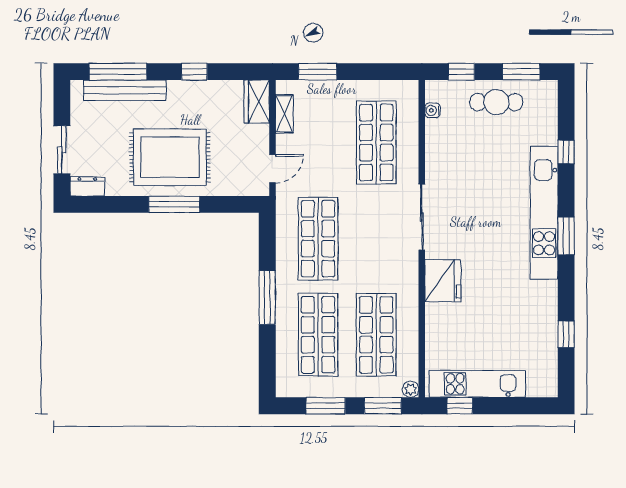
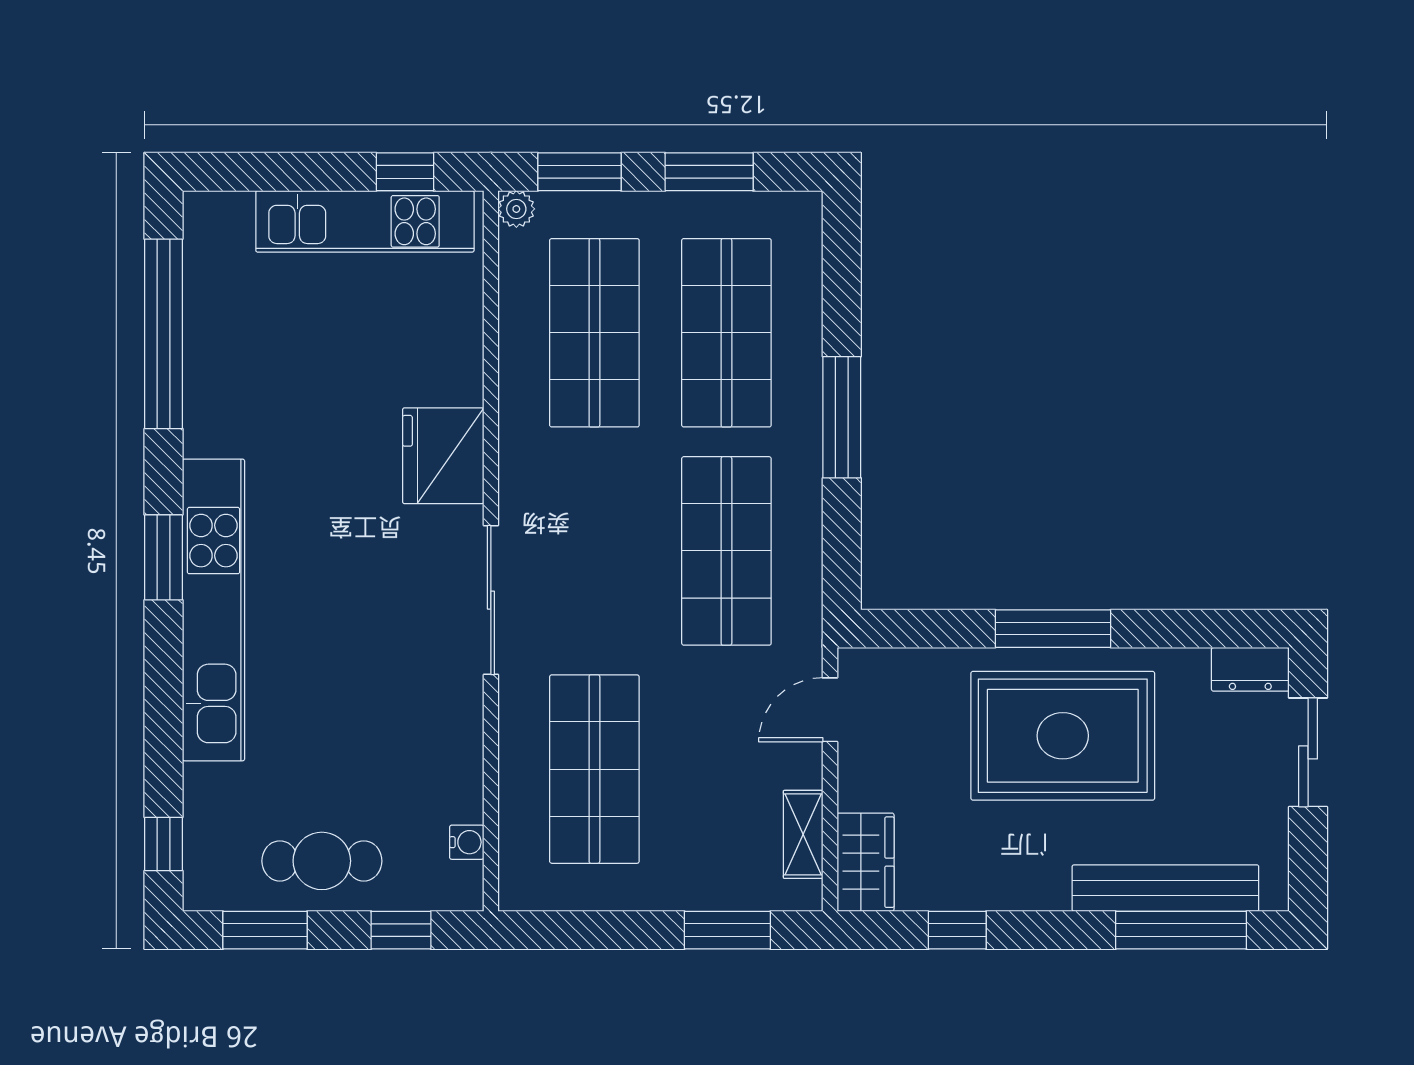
window: (194, 72) -> (957, 930), moved
window: (566, 152) -> (163, 844), moved
window: (566, 334) -> (163, 334), width x3.17

